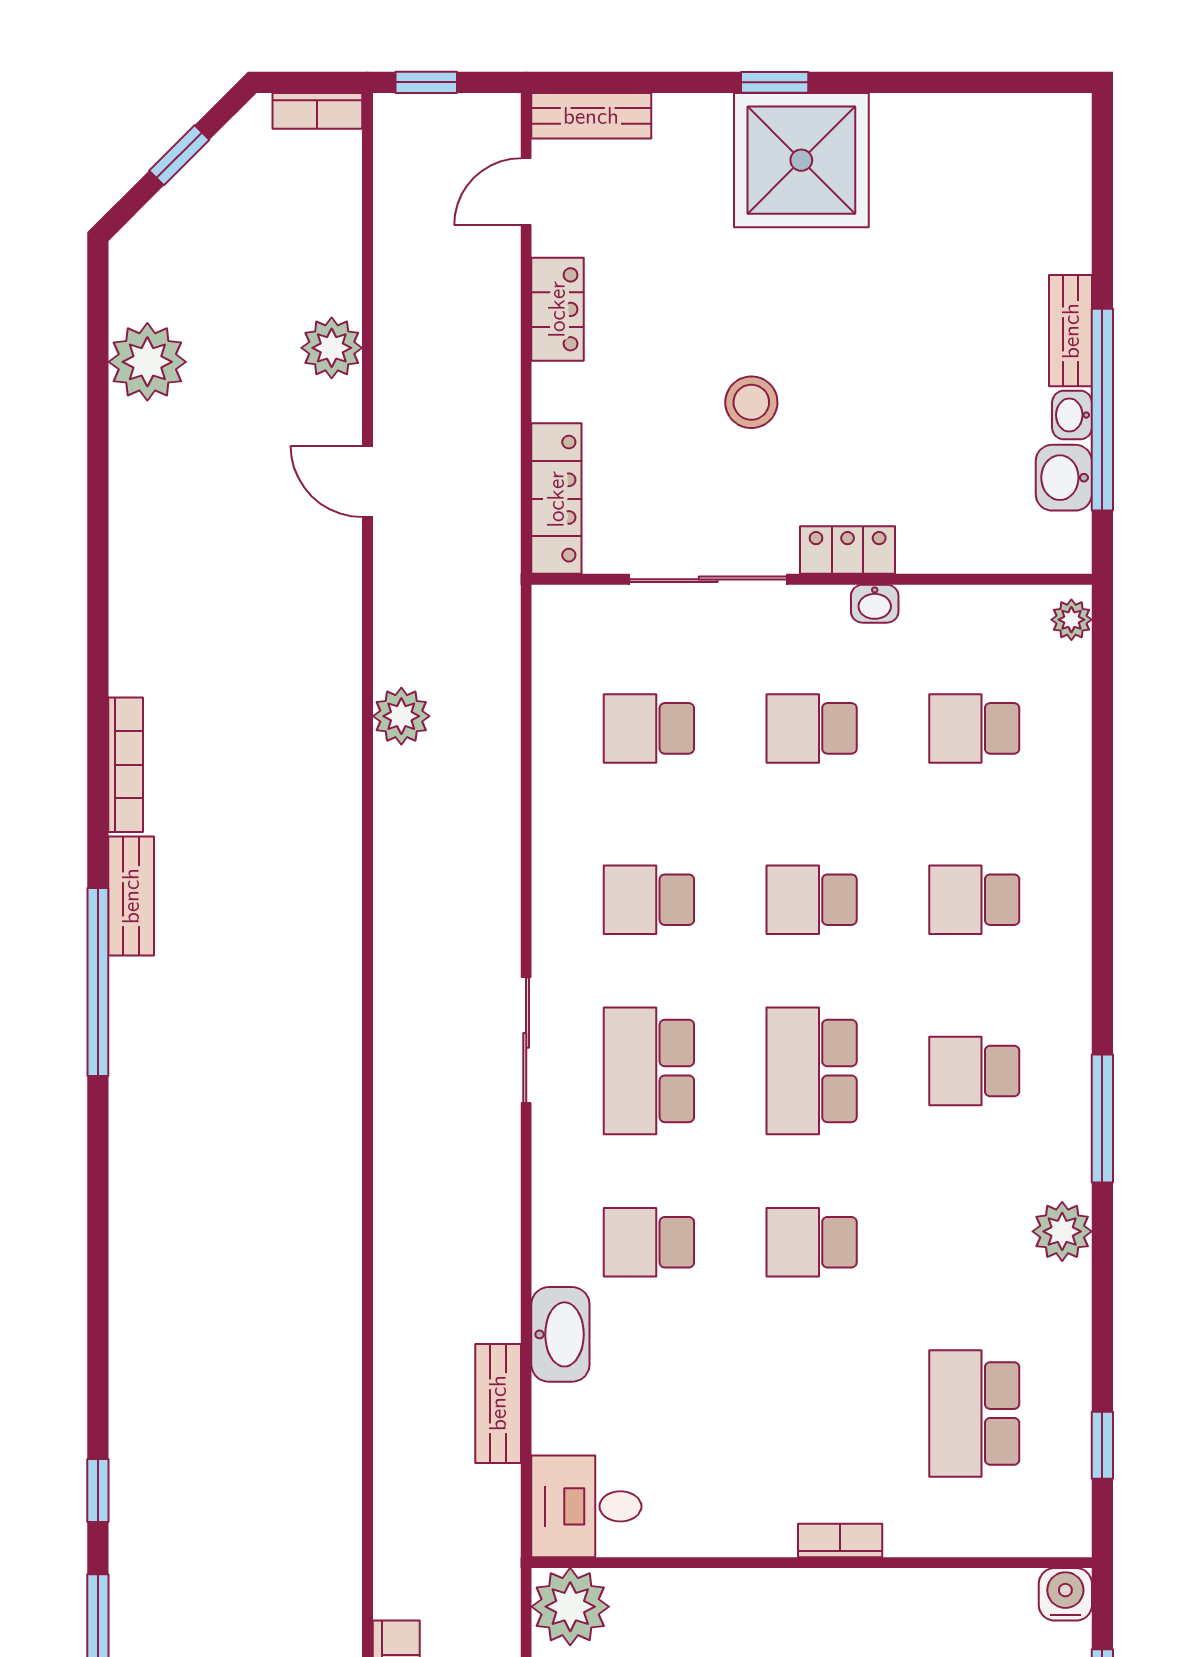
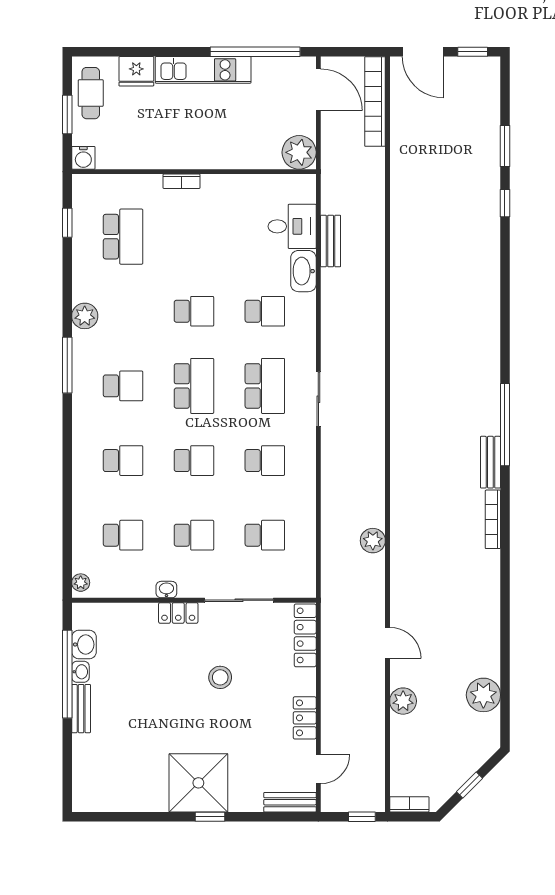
desk: (586, 1506) -> (292, 226), moved

